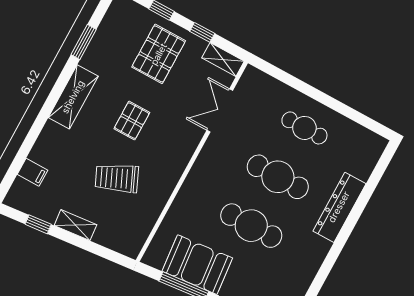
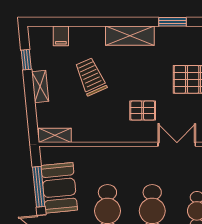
pallet: (132, 121) -> (143, 110), moved
trolley: (117, 178) -> (91, 77), moved
shelving: (138, 238) -> (55, 135), added

